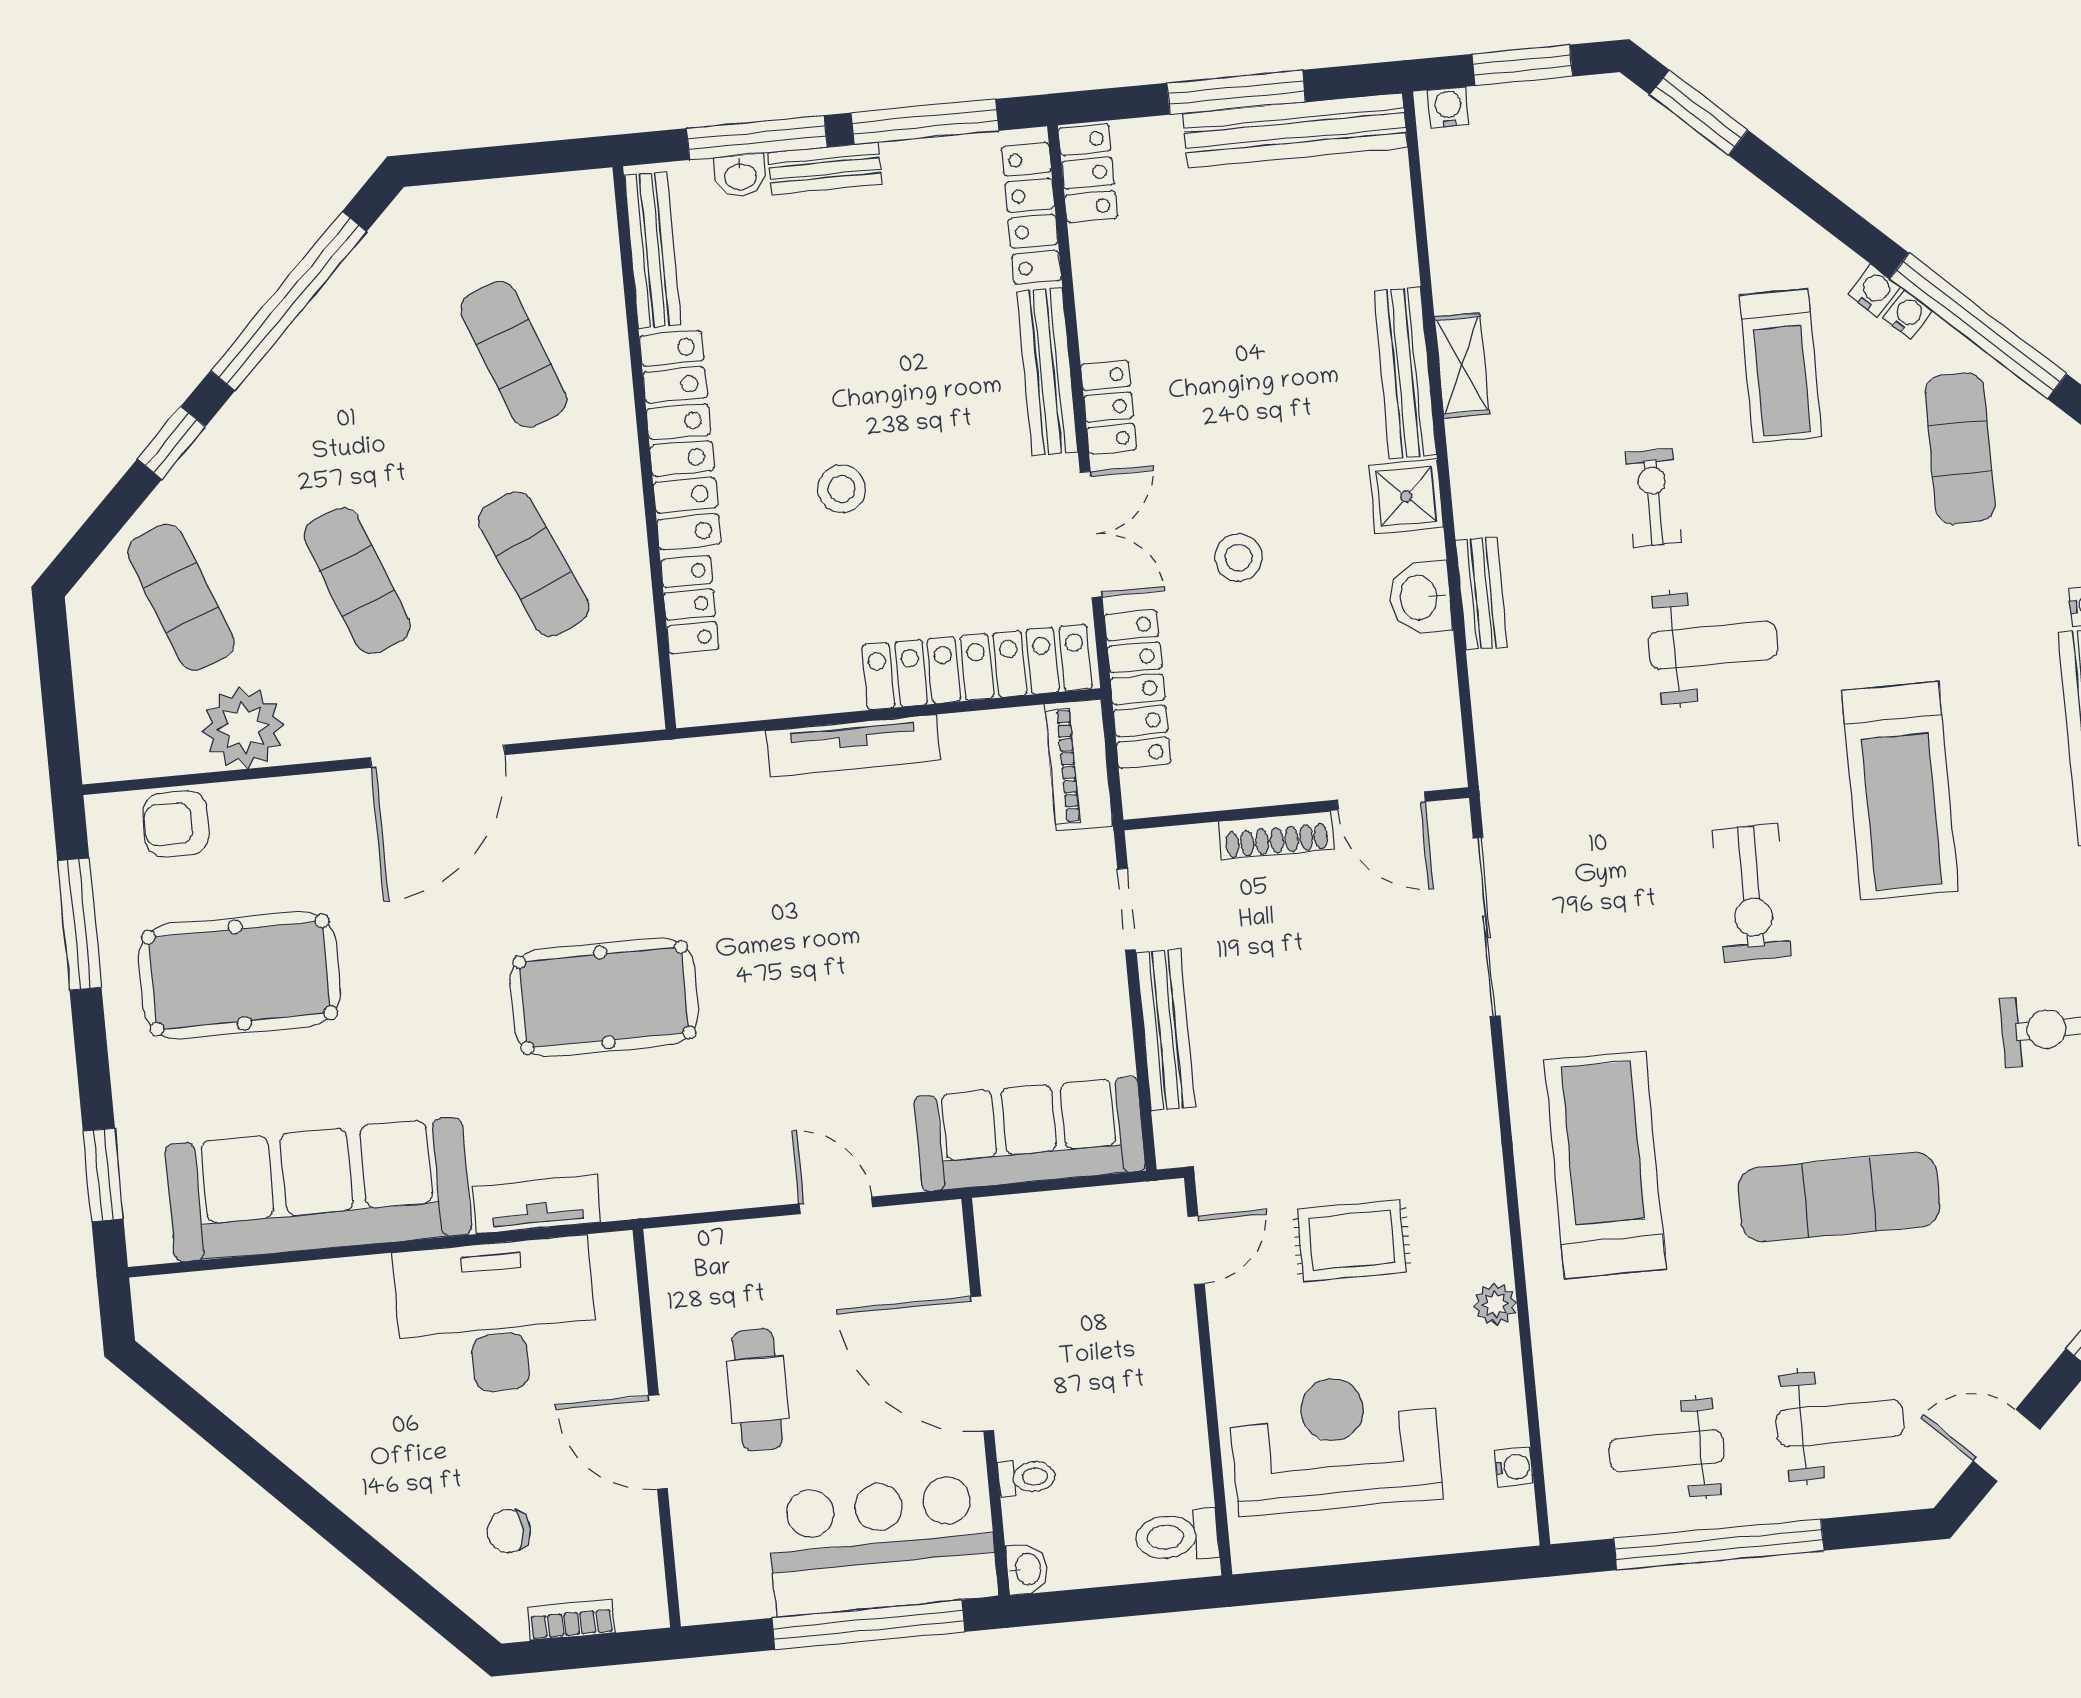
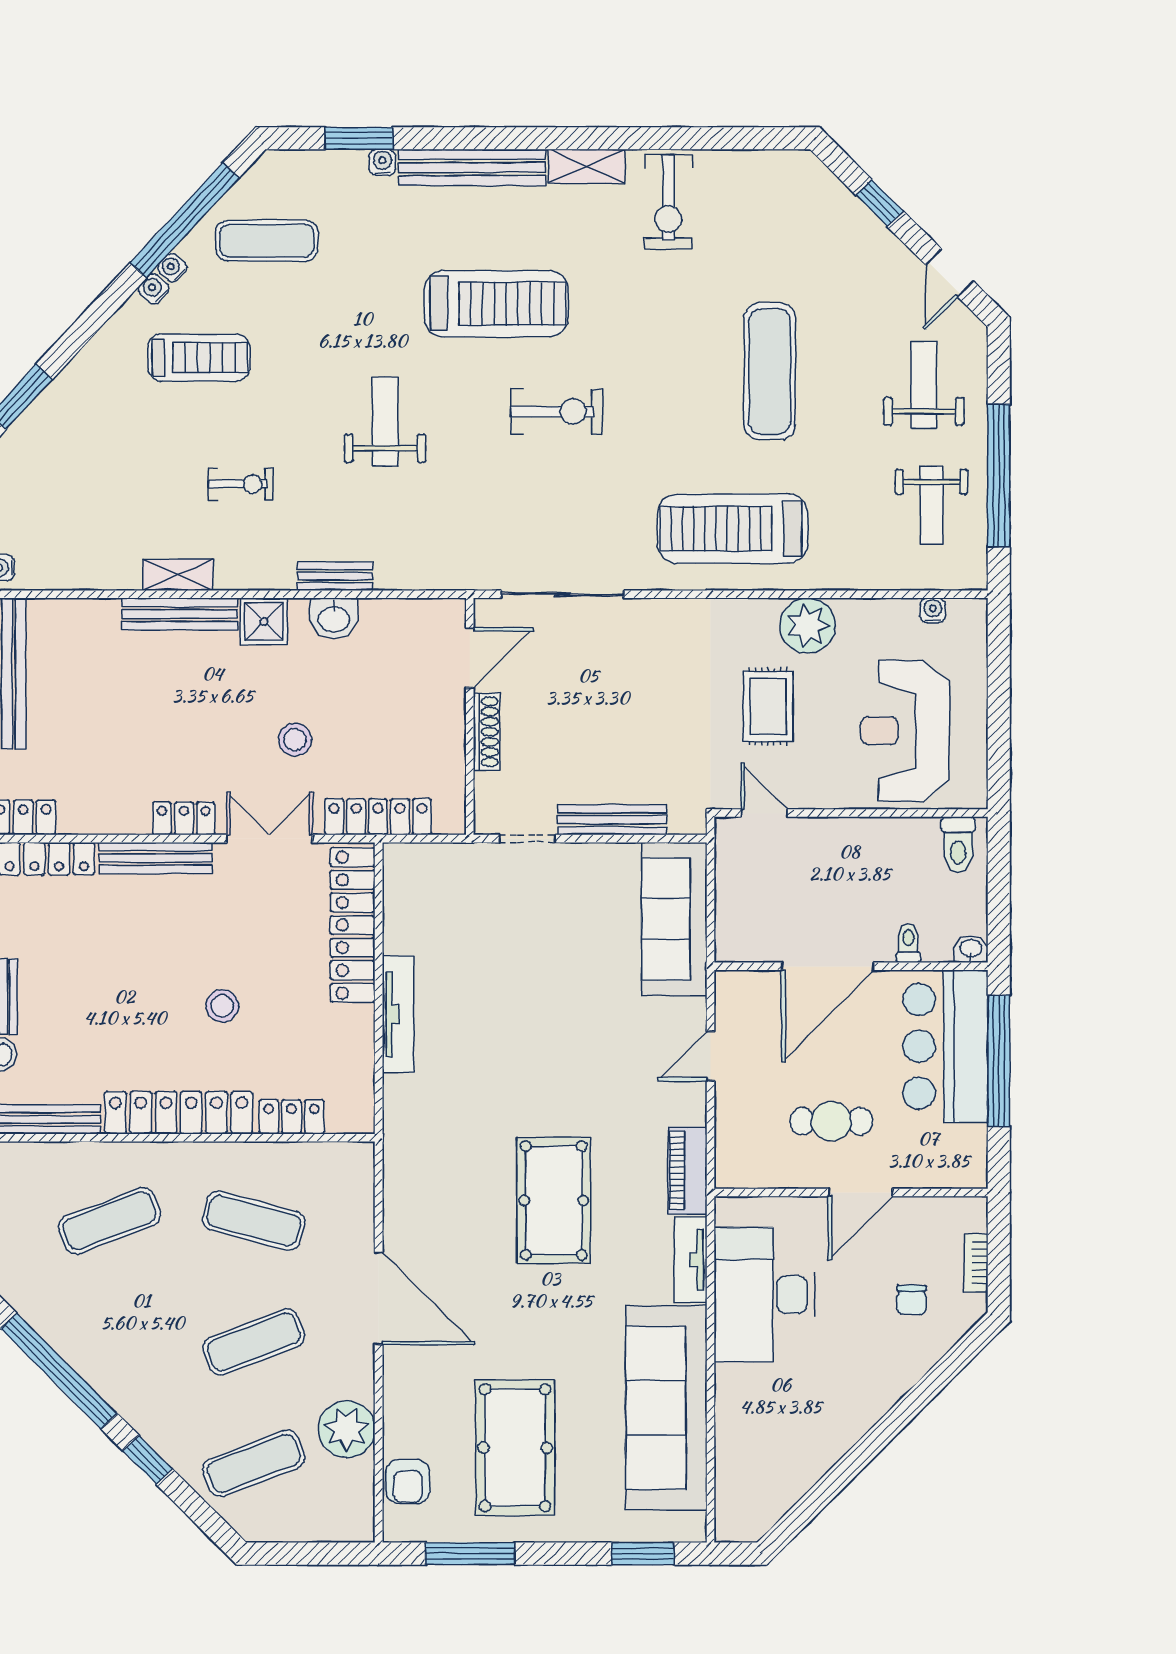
exercise bike: (1653, 498) -> (241, 484), moved, turned 180
exercise mat: (534, 564) -> (254, 1221), turned 39
piano: (1079, 765) -> (687, 1171), moved, turned 90
plant: (1495, 1304) -> (808, 626), width x1.88, depth x1.88

